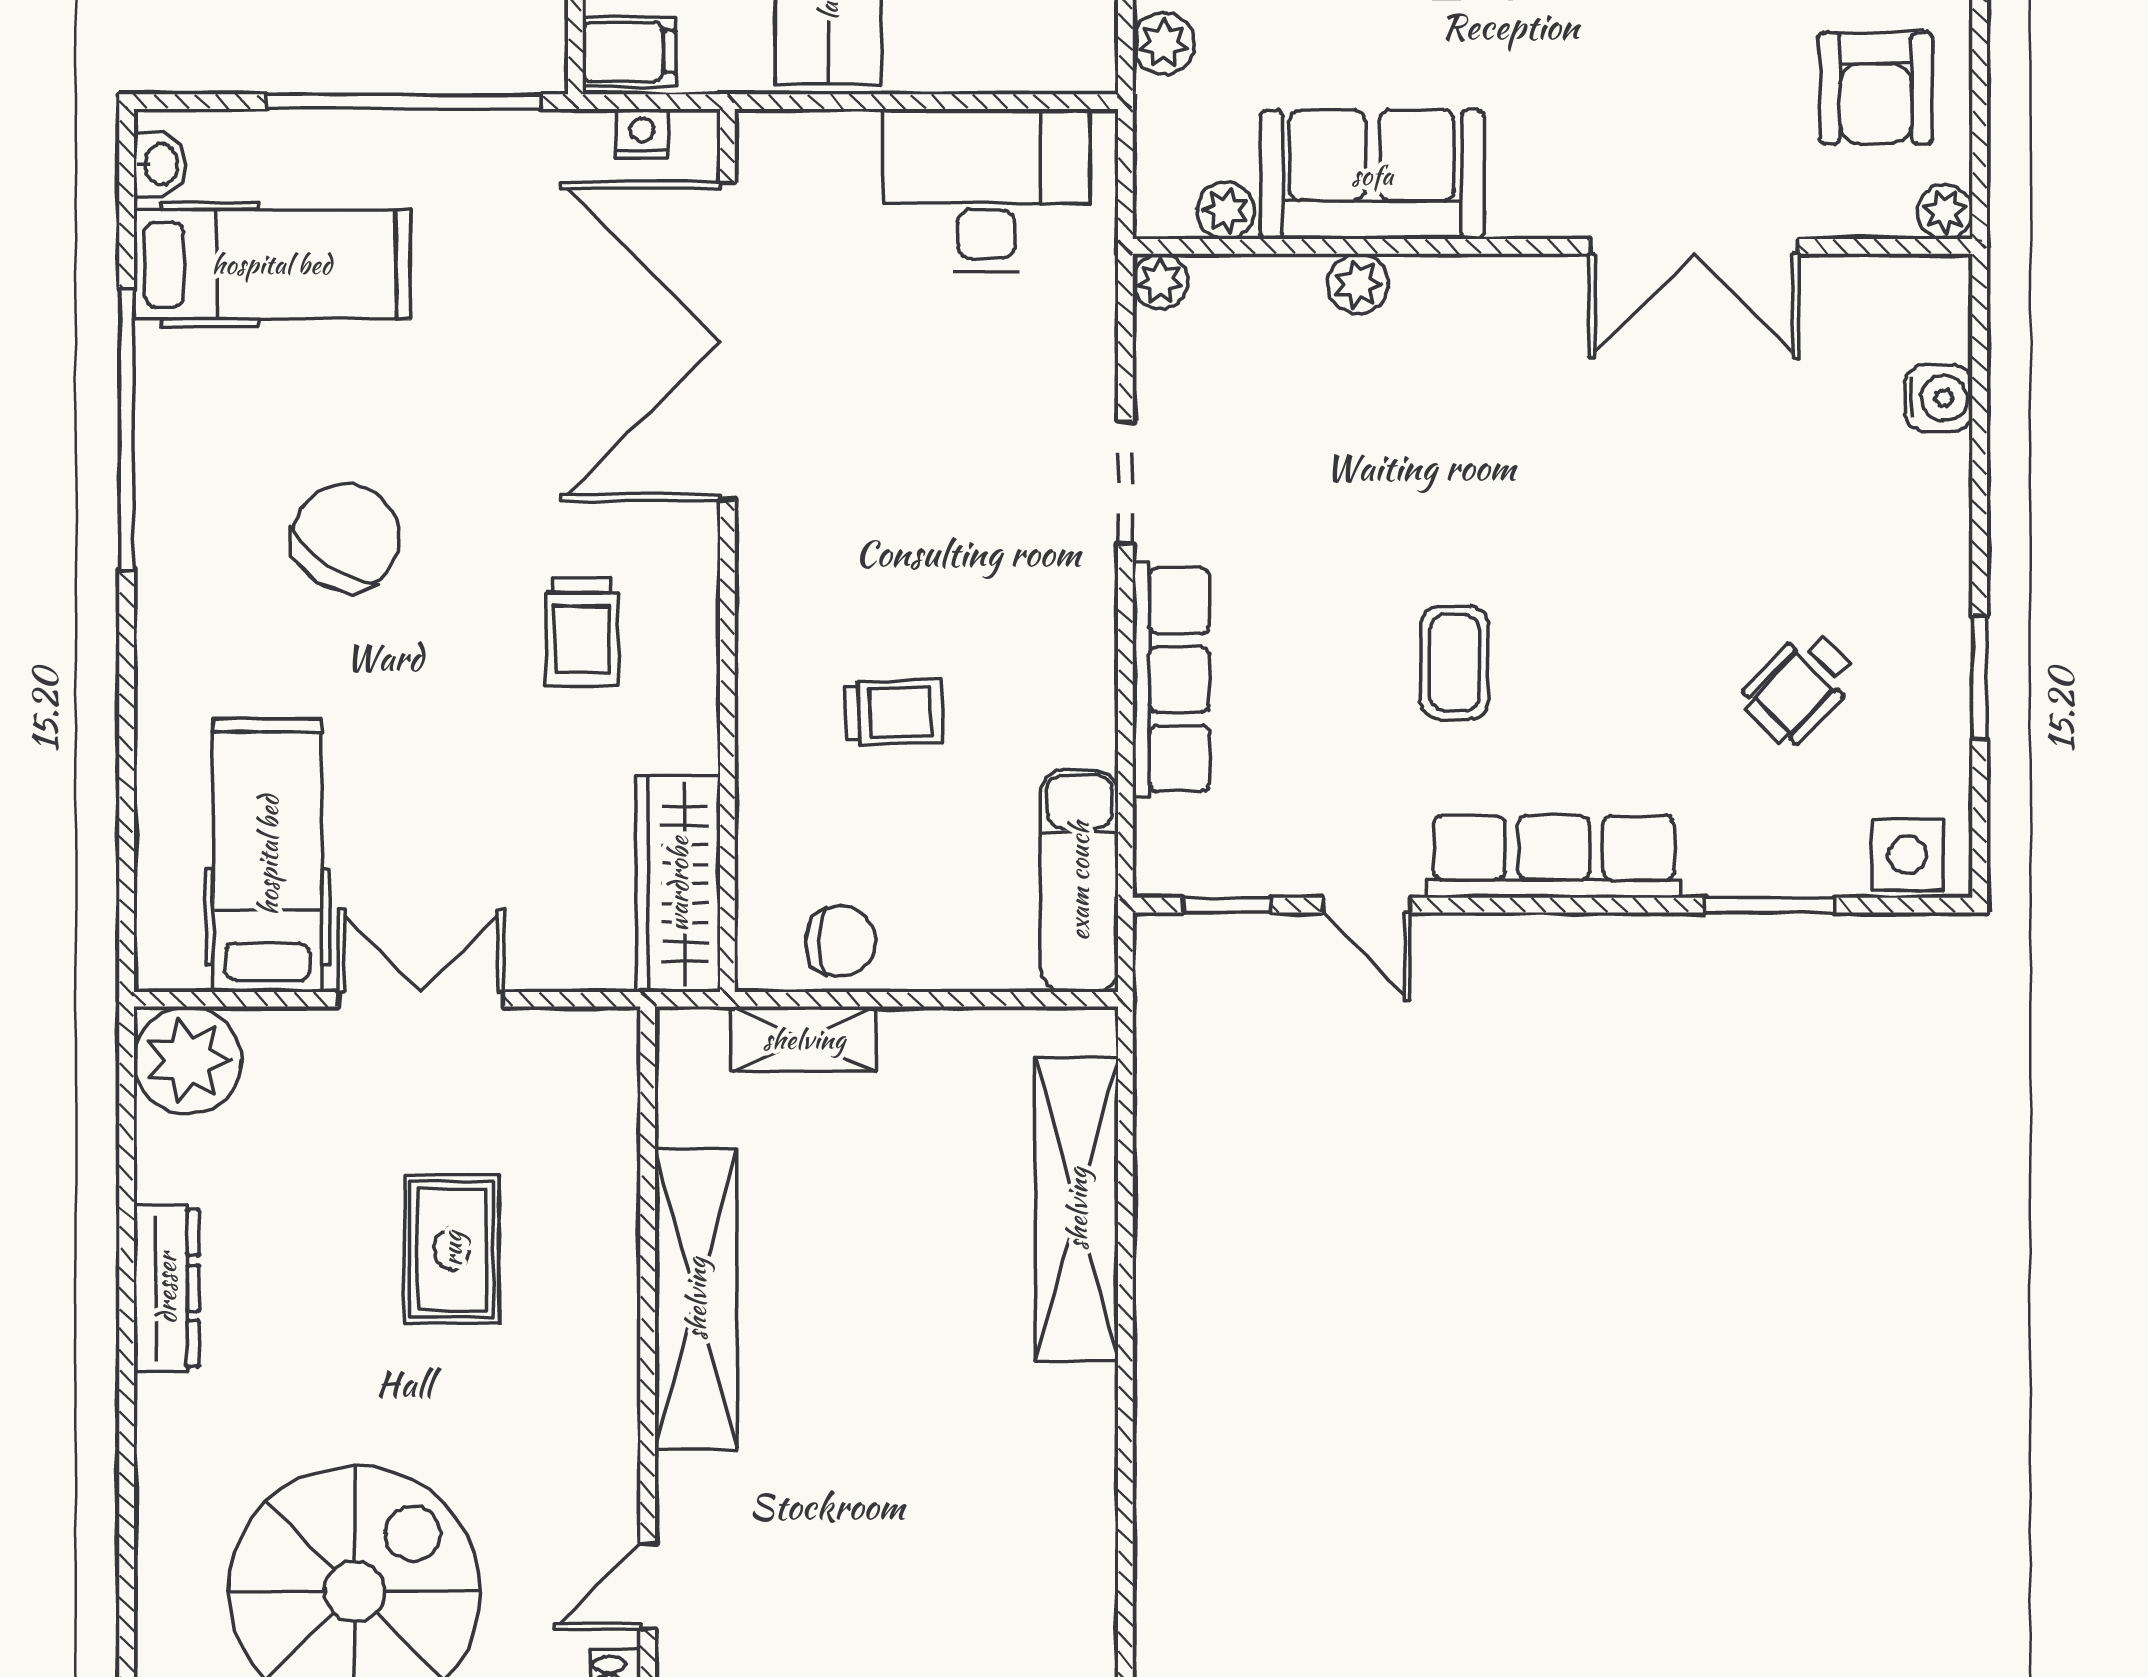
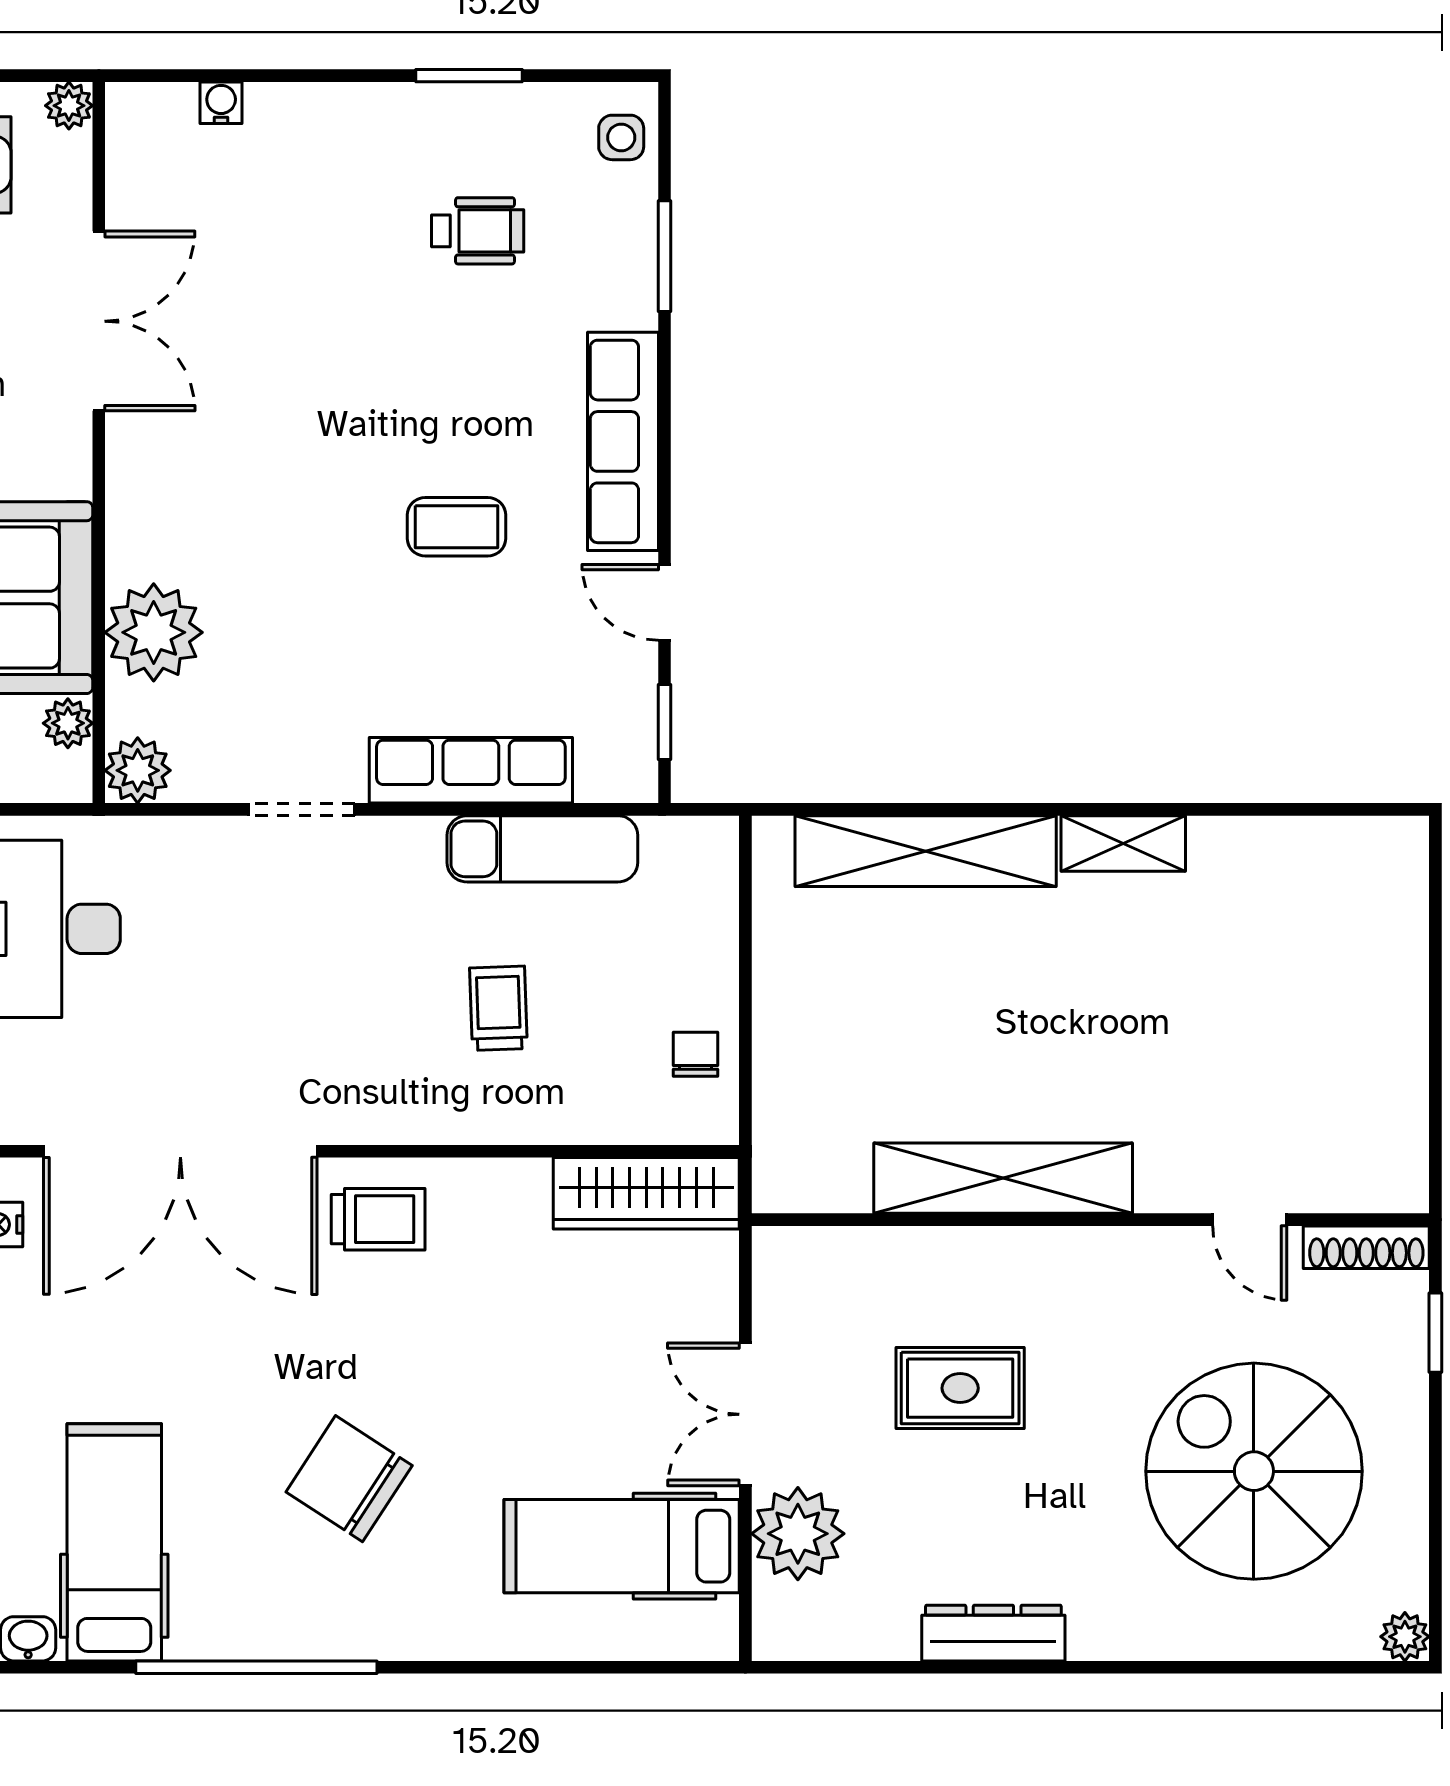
plant: (1160, 281) -> (138, 770), width x1.38, depth x1.38
plant: (1358, 284) -> (154, 632), width x1.88, depth x1.88
water cooler: (1939, 398) -> (221, 103), width x0.72, depth x0.72
trolley: (582, 632) -> (378, 1219), moved
wheelchair: (1799, 688) -> (478, 231), turned -44
side table: (1908, 855) -> (621, 137), width x0.73, depth x0.73
exam couch: (1079, 881) -> (542, 849), moved
door: (1366, 905) -> (665, 602), swing flipped
chair: (840, 941) -> (695, 1054), width x0.73, depth x0.73
shelving: (804, 1039) -> (1123, 843), moved, turned 90
plant: (188, 1060) -> (798, 1534), moved

